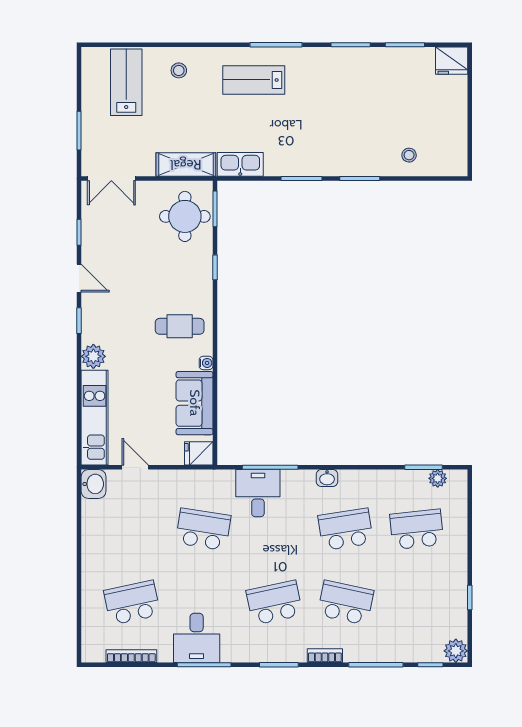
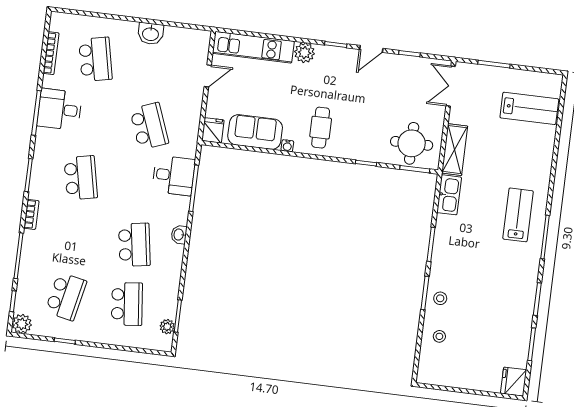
stool: (179, 70) -> (440, 298), moved
washbasin: (94, 484) -> (151, 34), moved
school desk: (203, 529) -> (149, 126), turned -30
school desk: (346, 603) -> (66, 296), moved

